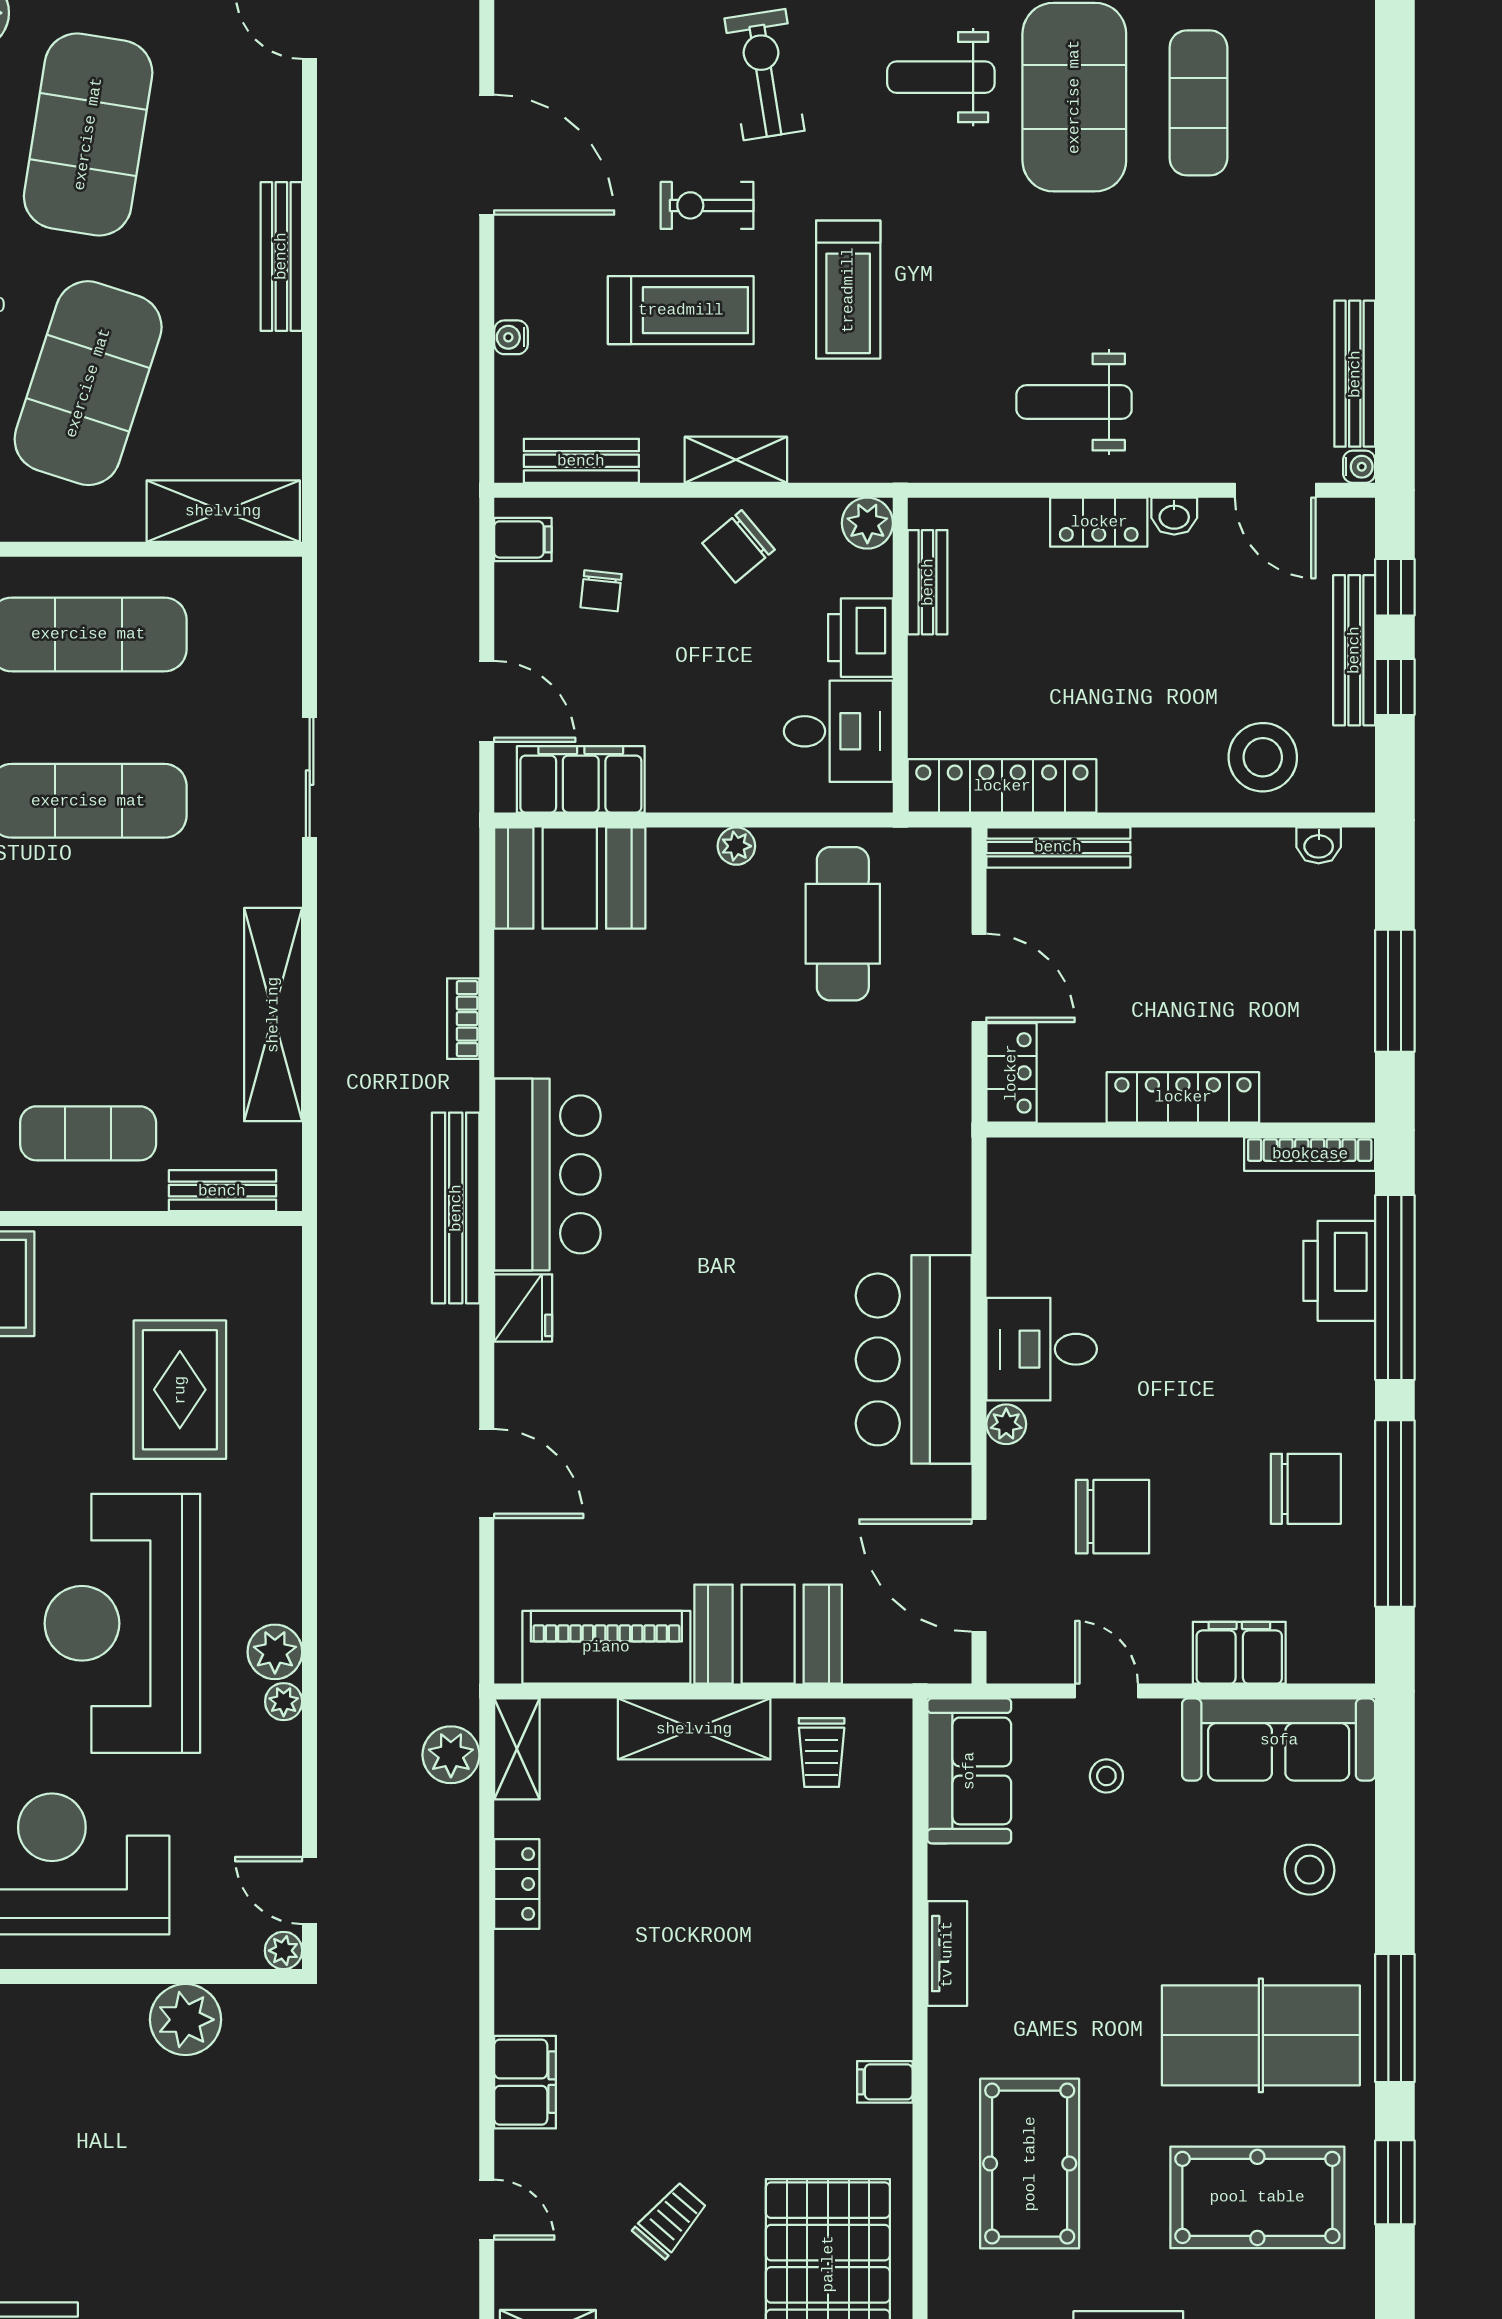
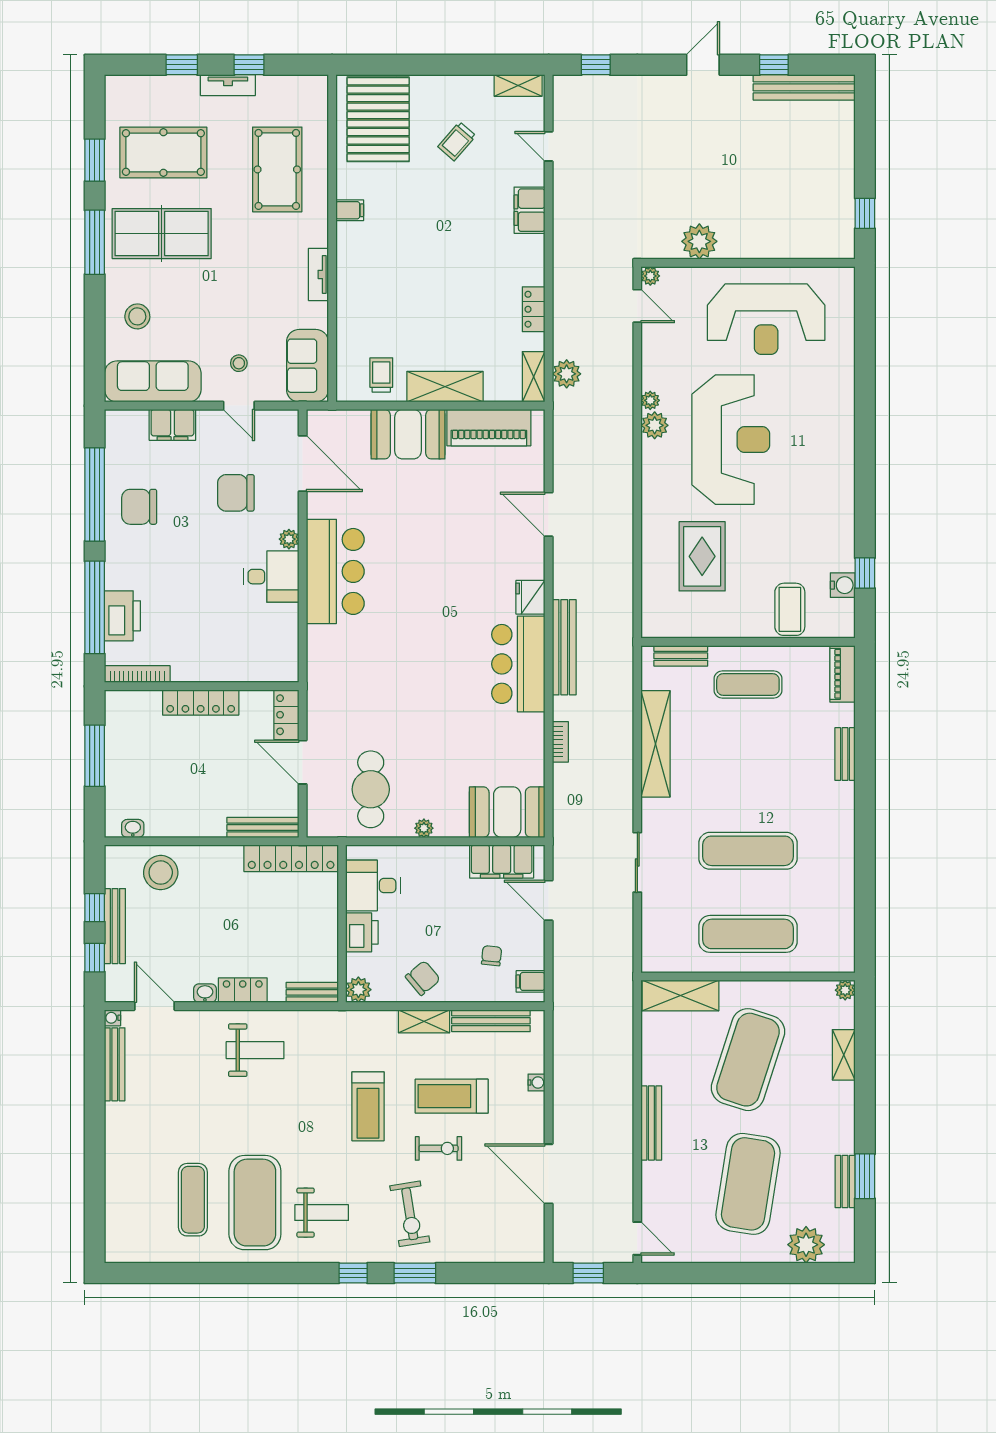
treadmill: (848, 290) -> (368, 1106), turned 180
bench: (581, 461) -> (491, 1021), width x1.36
bench: (928, 582) -> (312, 992), moved, turned 90

